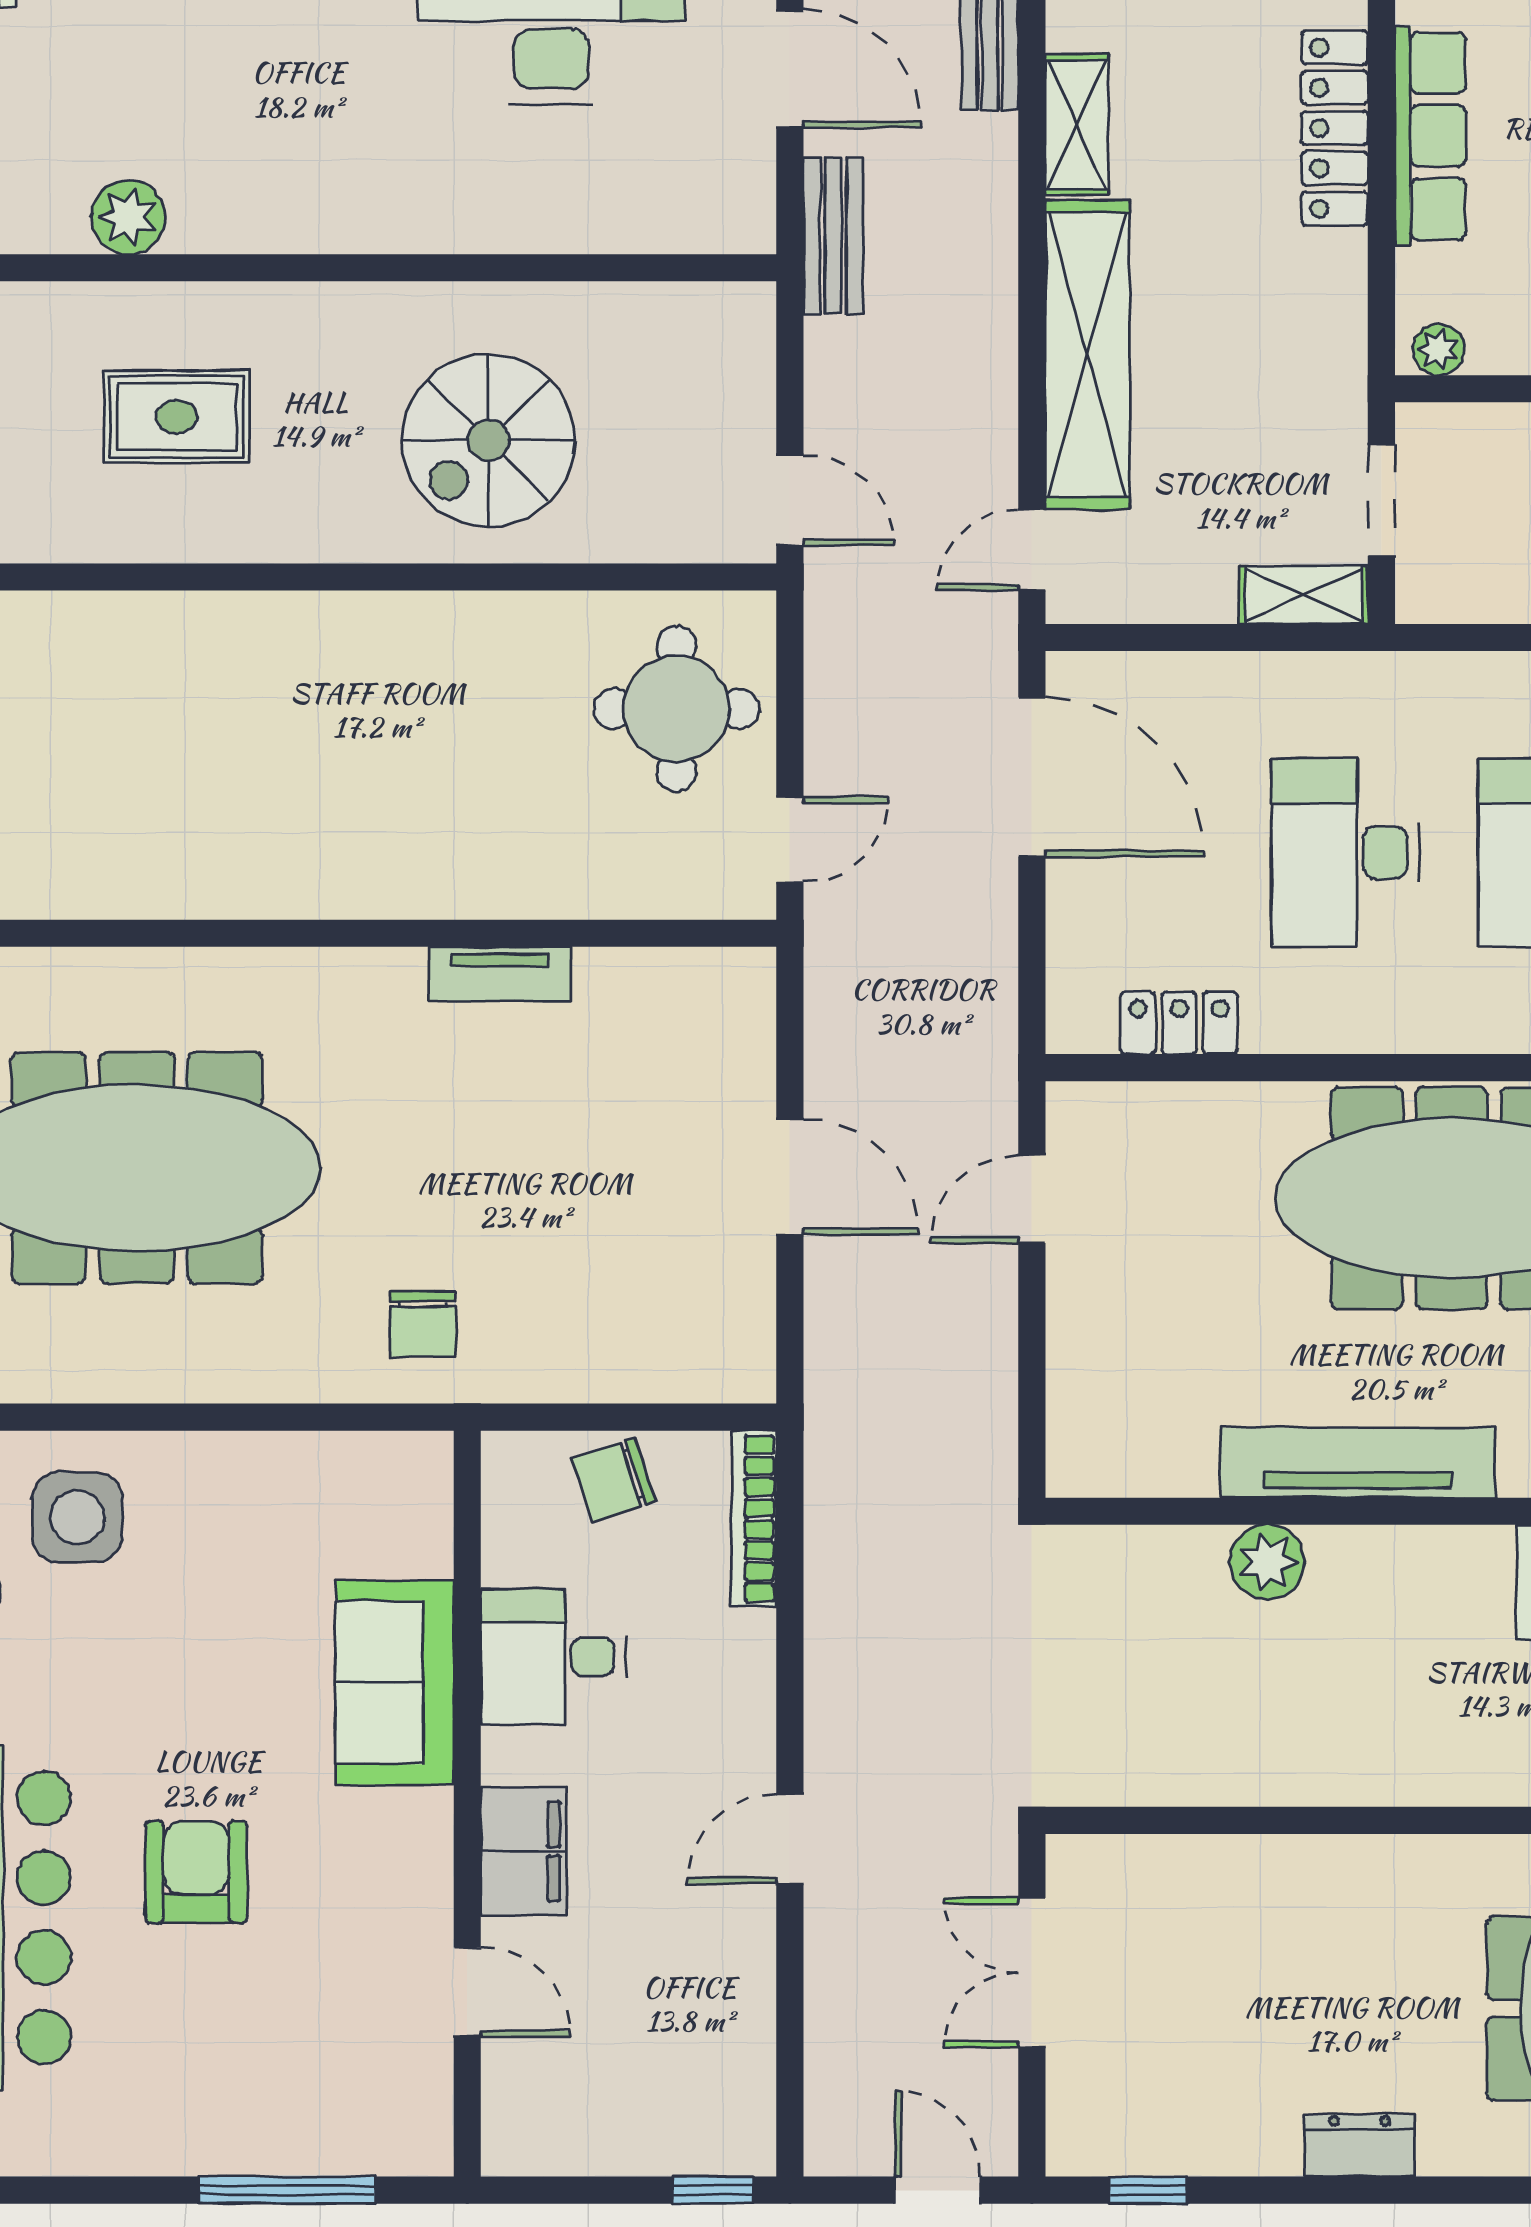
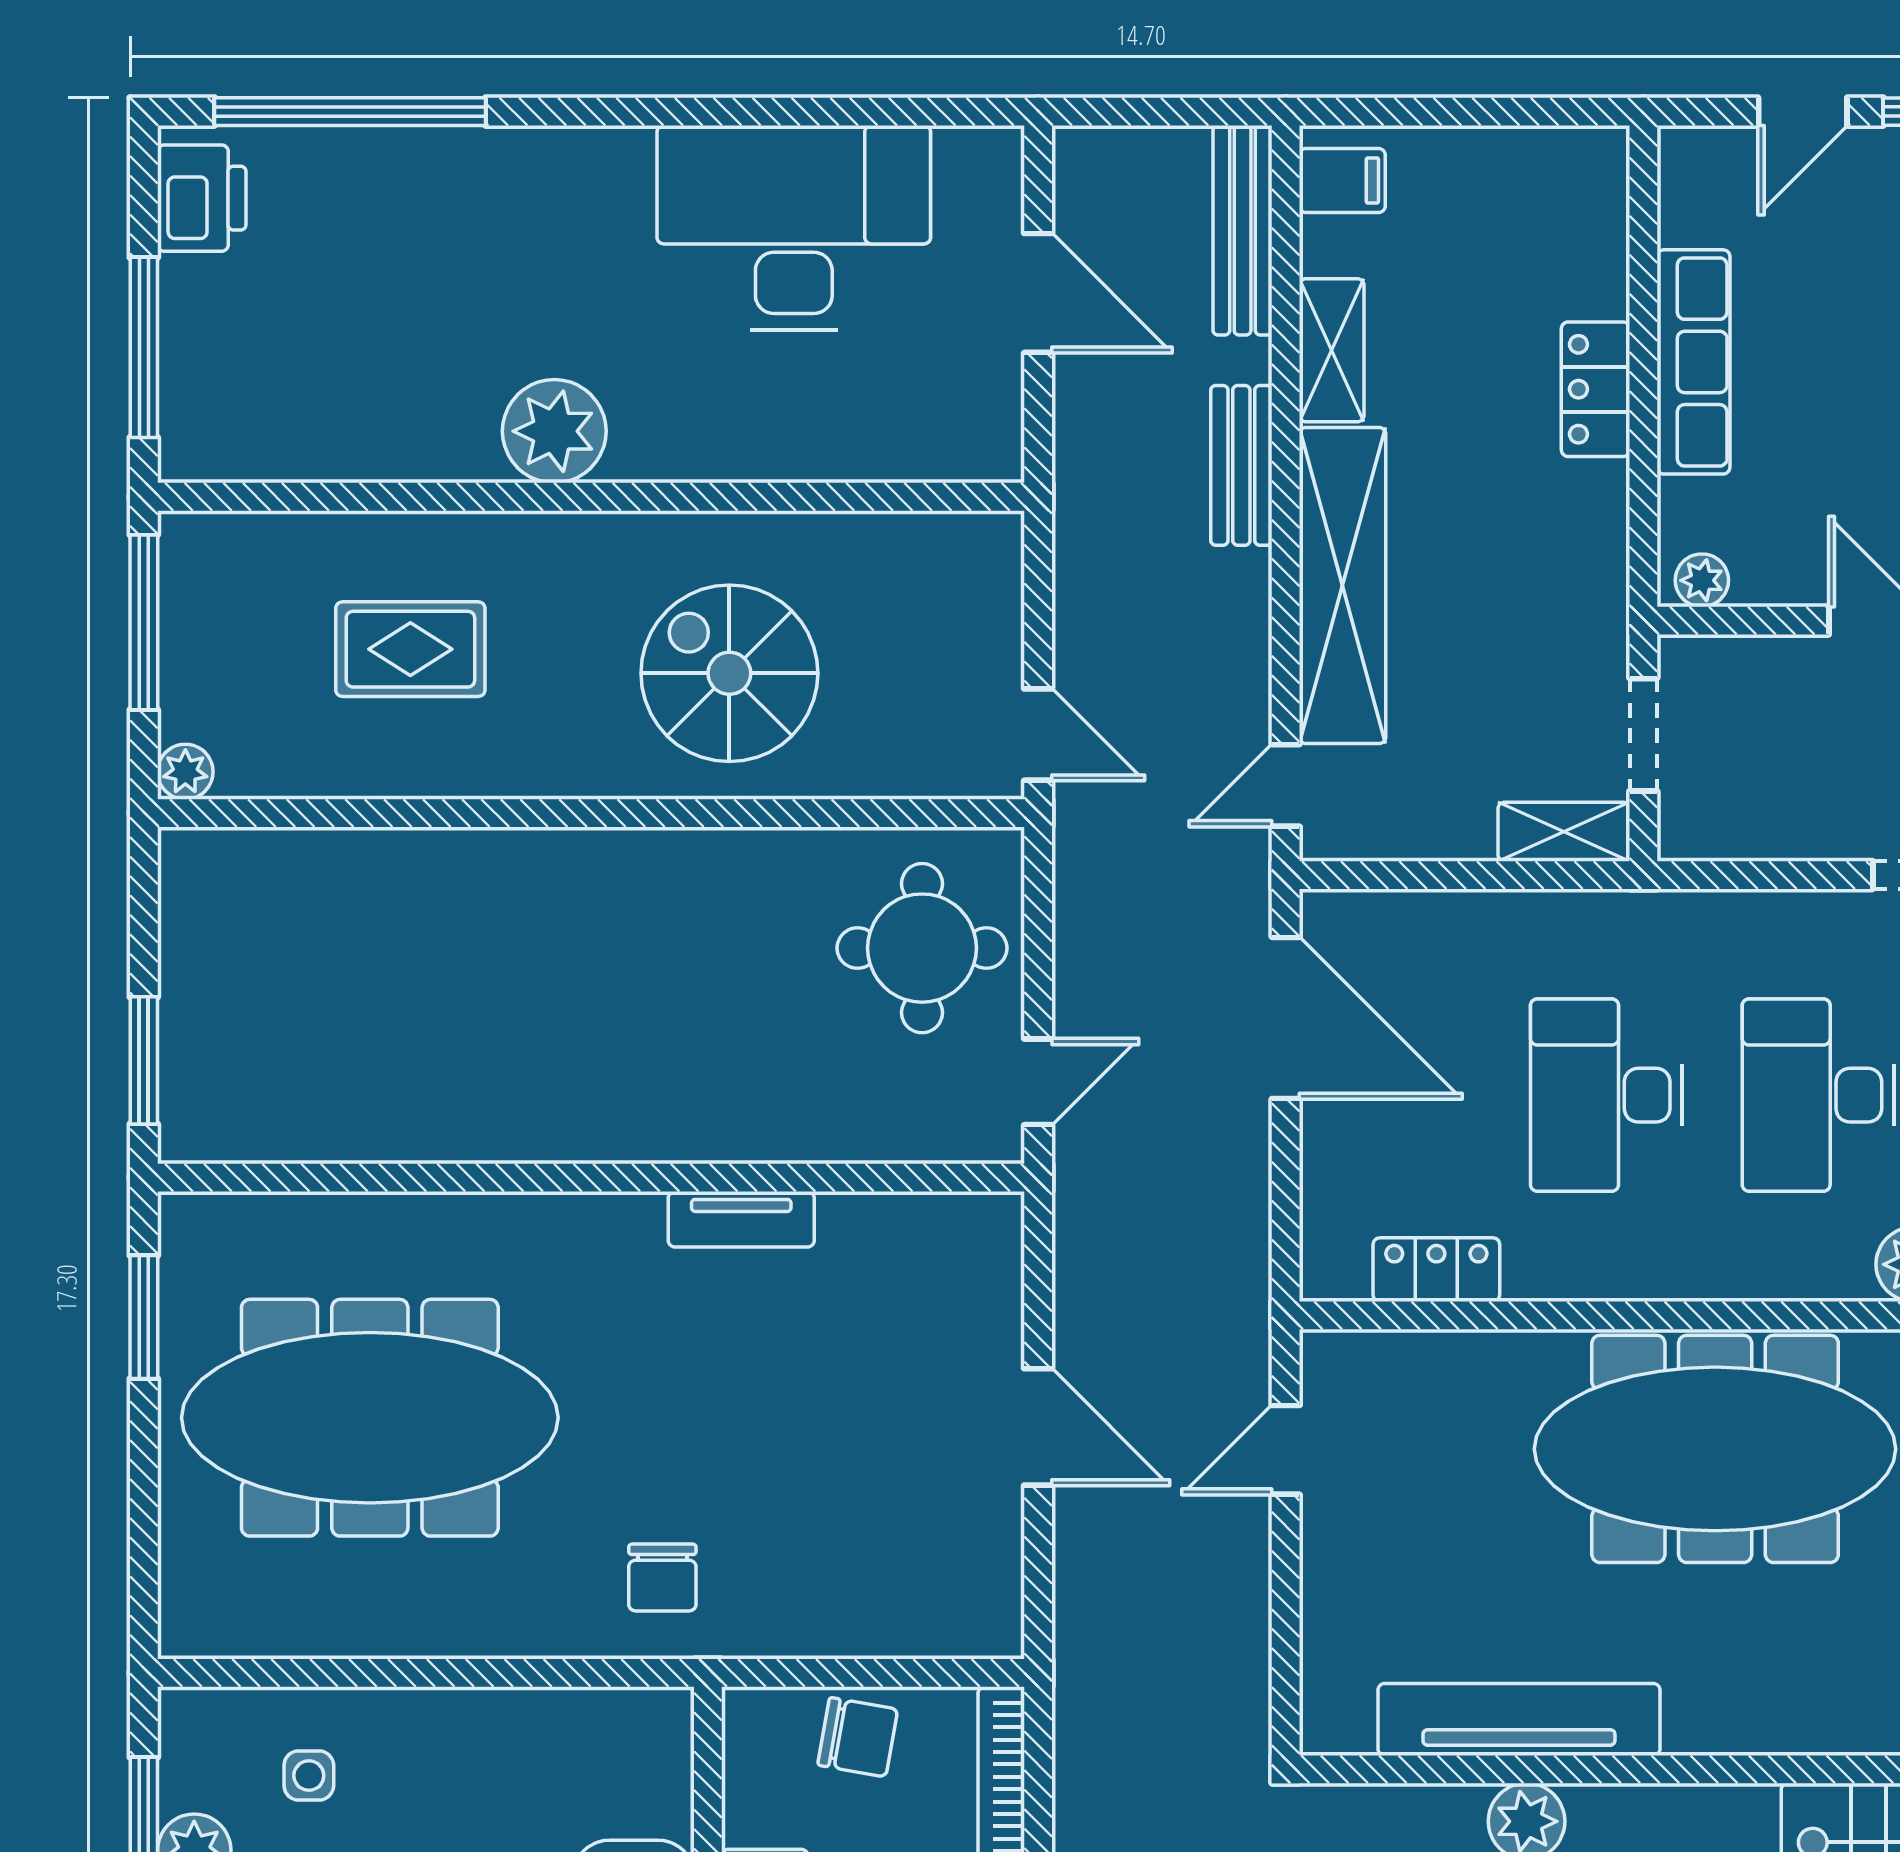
locker: (1335, 128) -> (1596, 389), width x0.66
plant: (128, 217) -> (554, 431), moved, width x1.36, depth x1.36
bench: (833, 236) -> (1241, 465), moved
spiral stairs: (488, 440) -> (729, 673), turned 90
tv unit: (1358, 1463) -> (1519, 1719), moved
chair: (614, 1480) -> (858, 1737), turned -152
side table: (77, 1517) -> (309, 1776), width x0.54, depth x0.54

